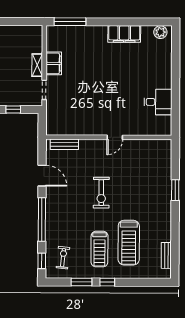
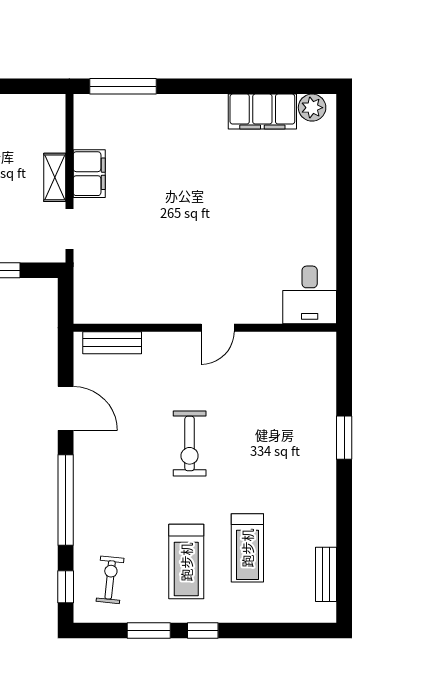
filing cabinet: (124, 34) -> (262, 112), moved
desk: (158, 102) -> (310, 295), moved, turned 90
treadmill: (129, 243) -> (247, 548), width x0.73, depth x0.73

